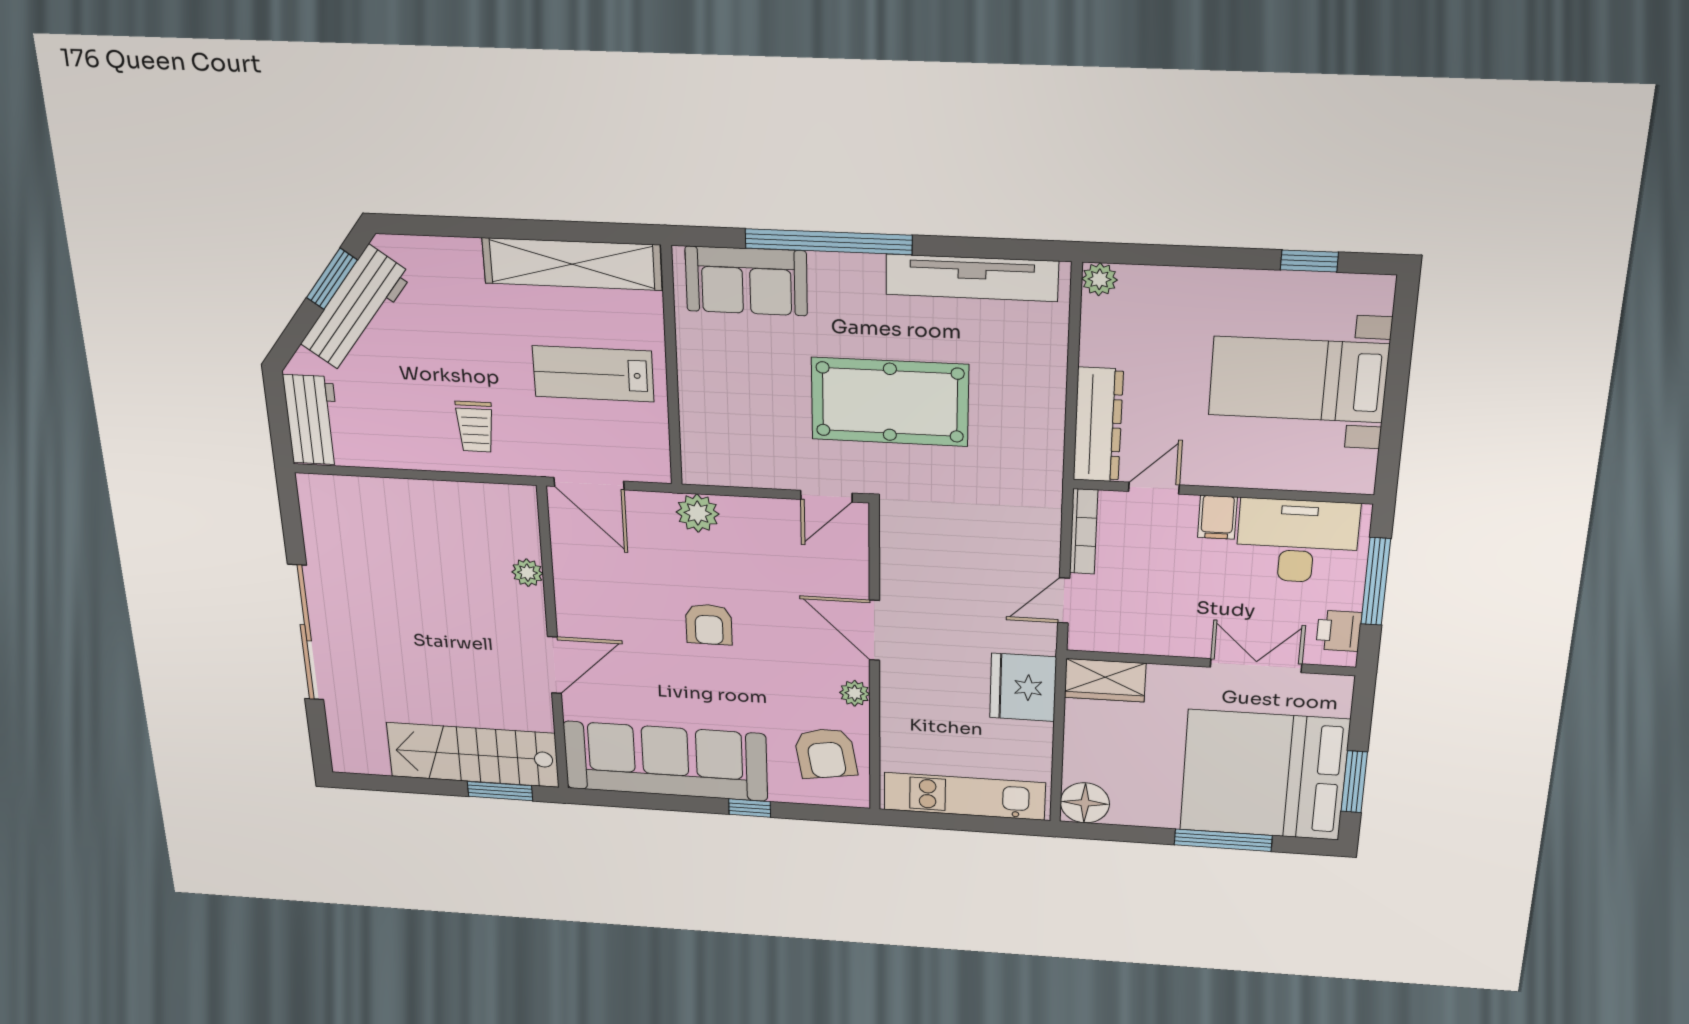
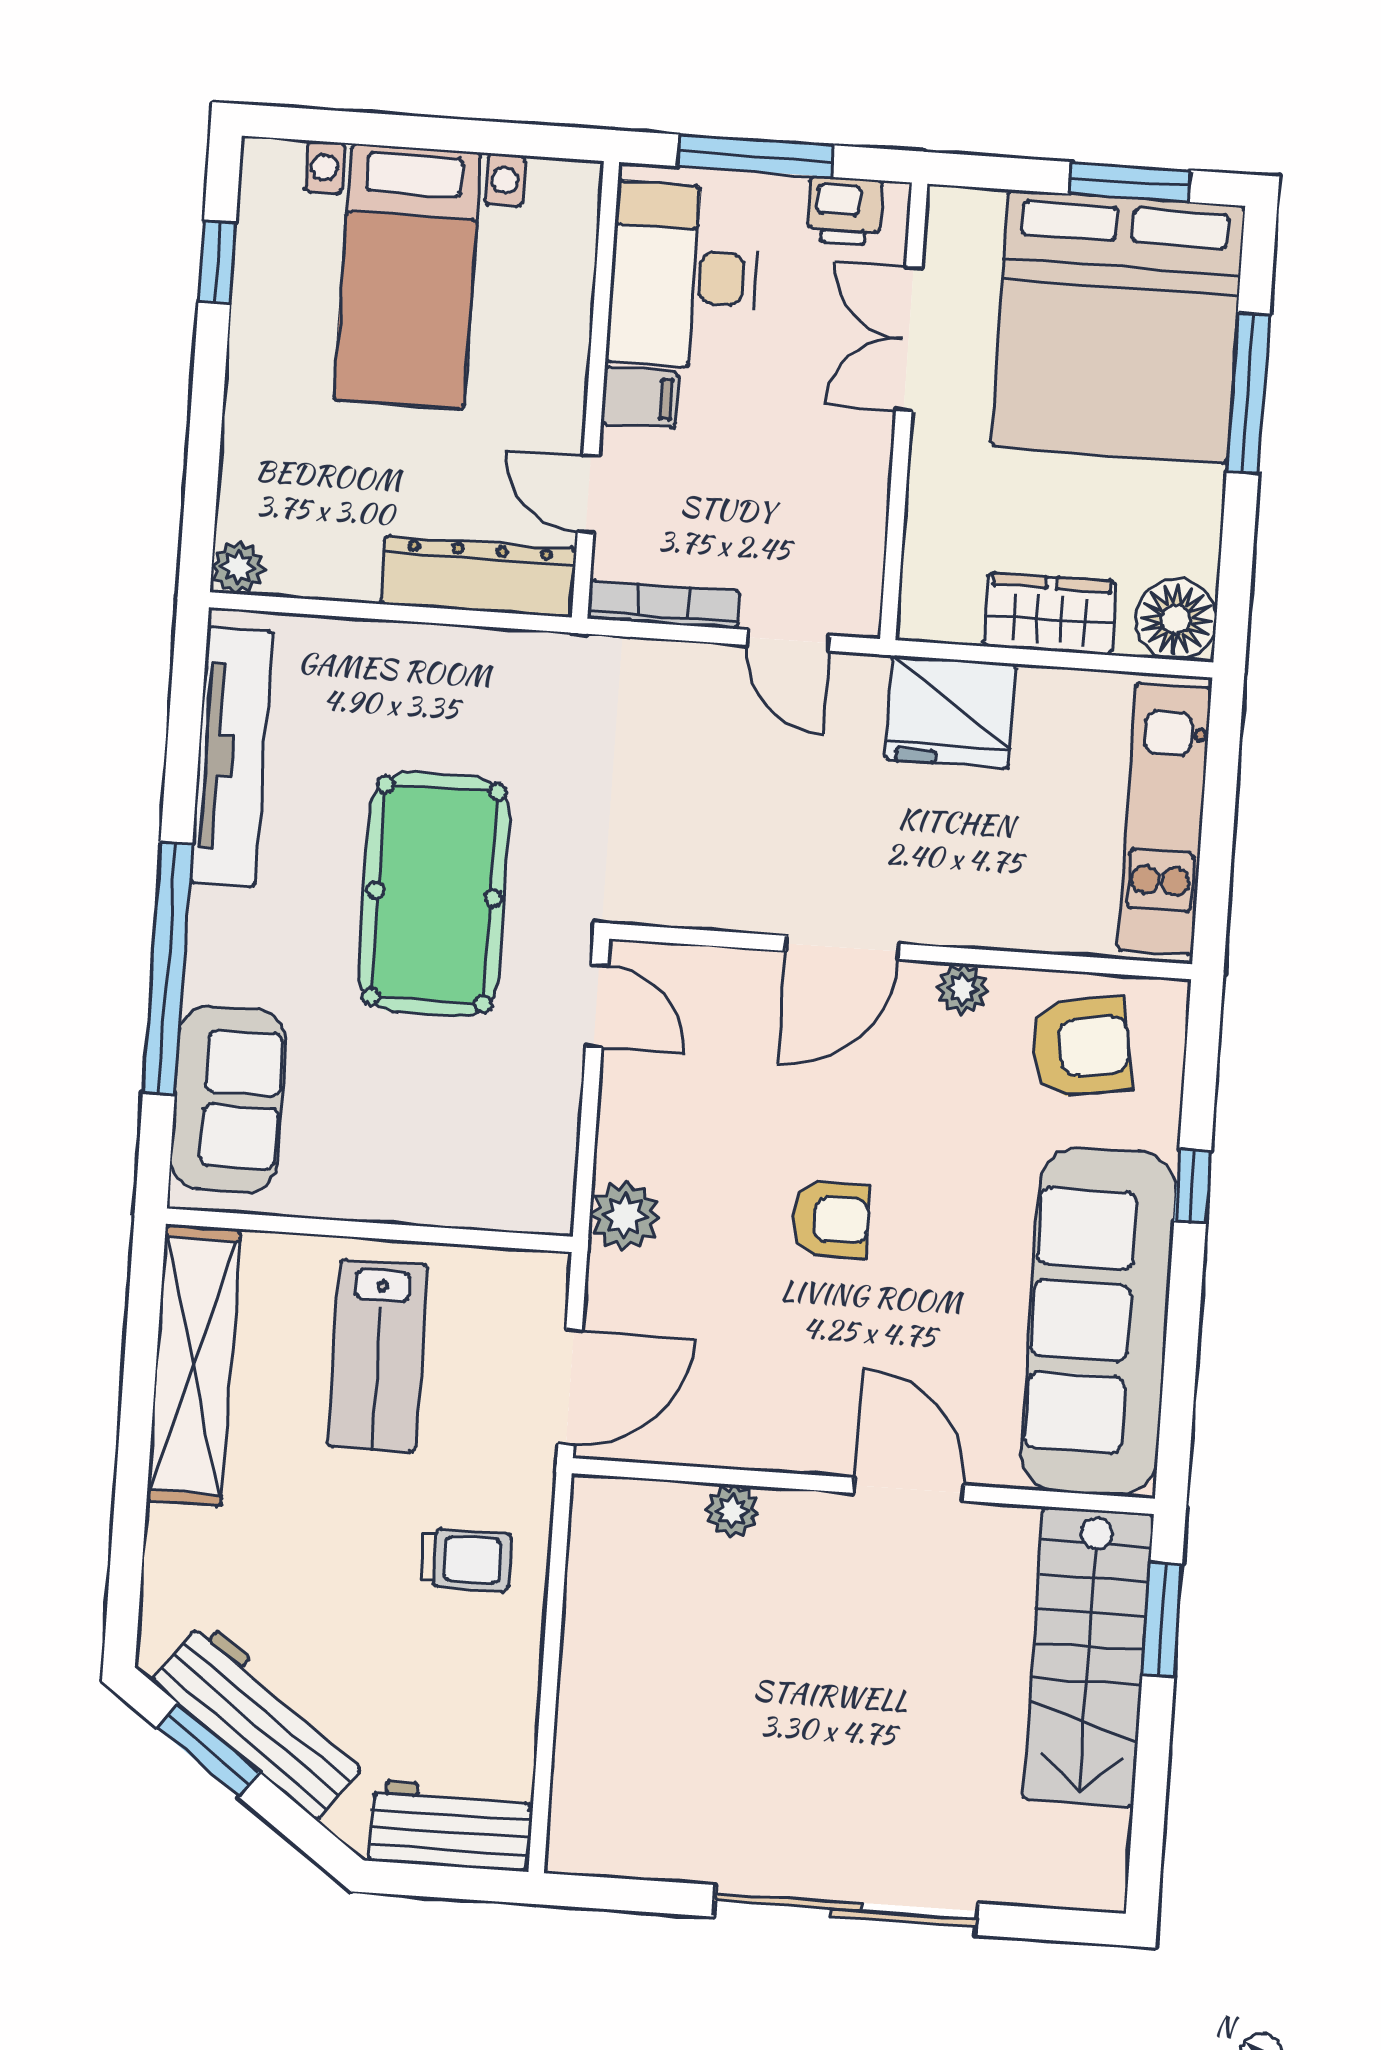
wardrobe: (1105, 680) -> (1050, 614), moved, turned -90

